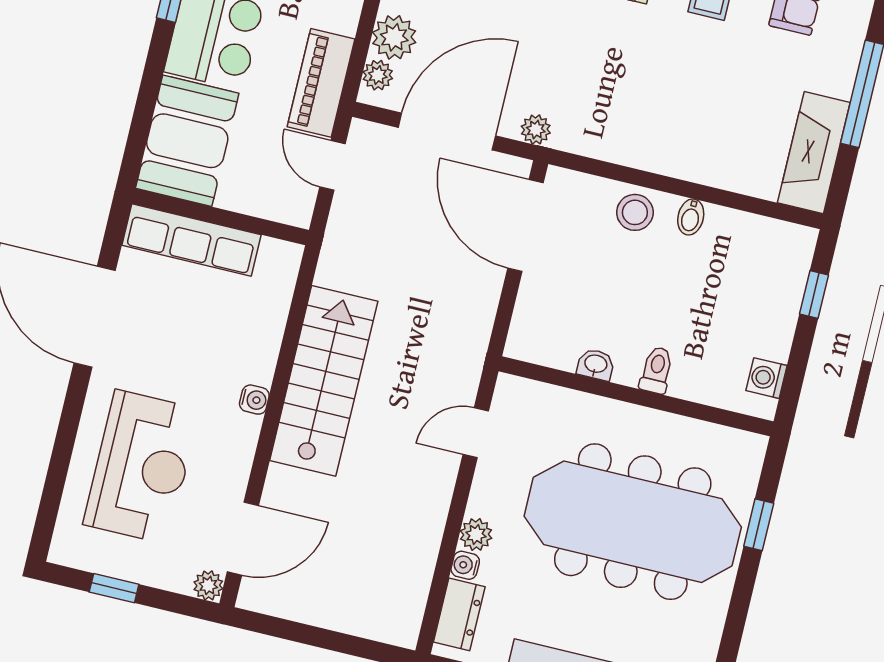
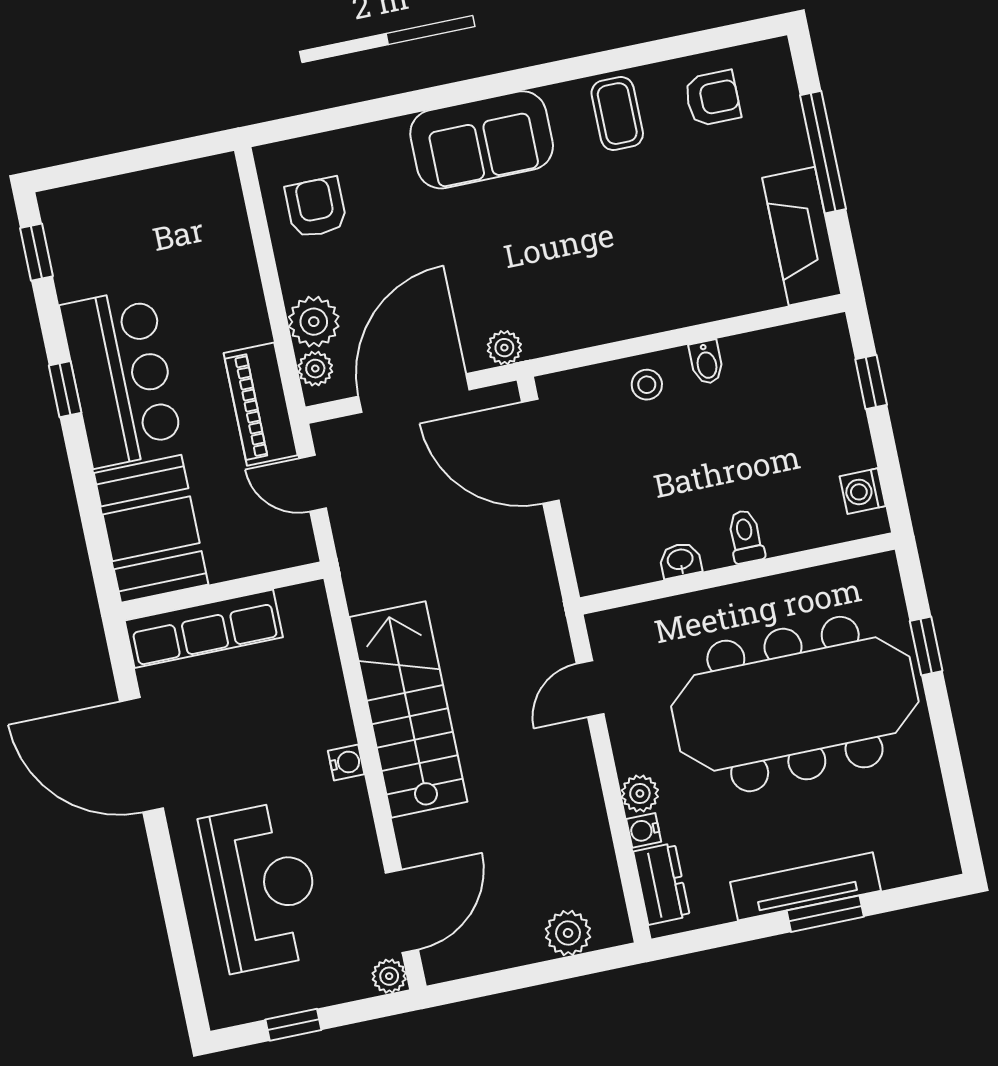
stool: (635, 212) -> (647, 385), width x0.73, depth x0.73
plant: (367, 618) -> (568, 933), added

